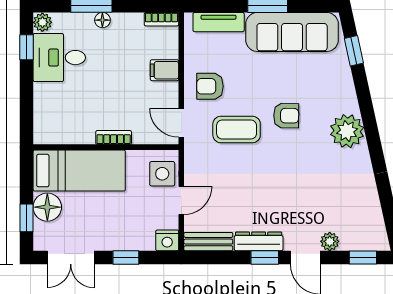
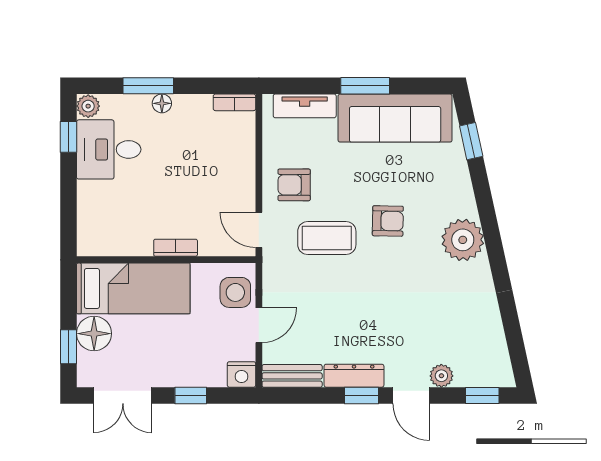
filing cabinet: (164, 70) -> (238, 165), removed

